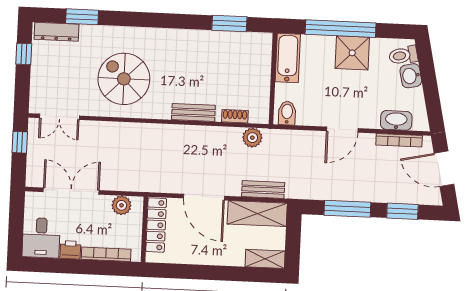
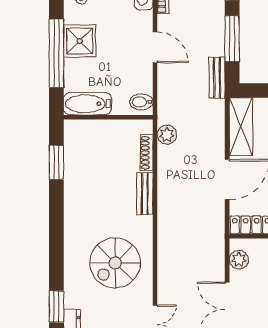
shoe rack: (235, 116) -> (147, 153), width x1.43
bench: (263, 190) -> (217, 78), moved

